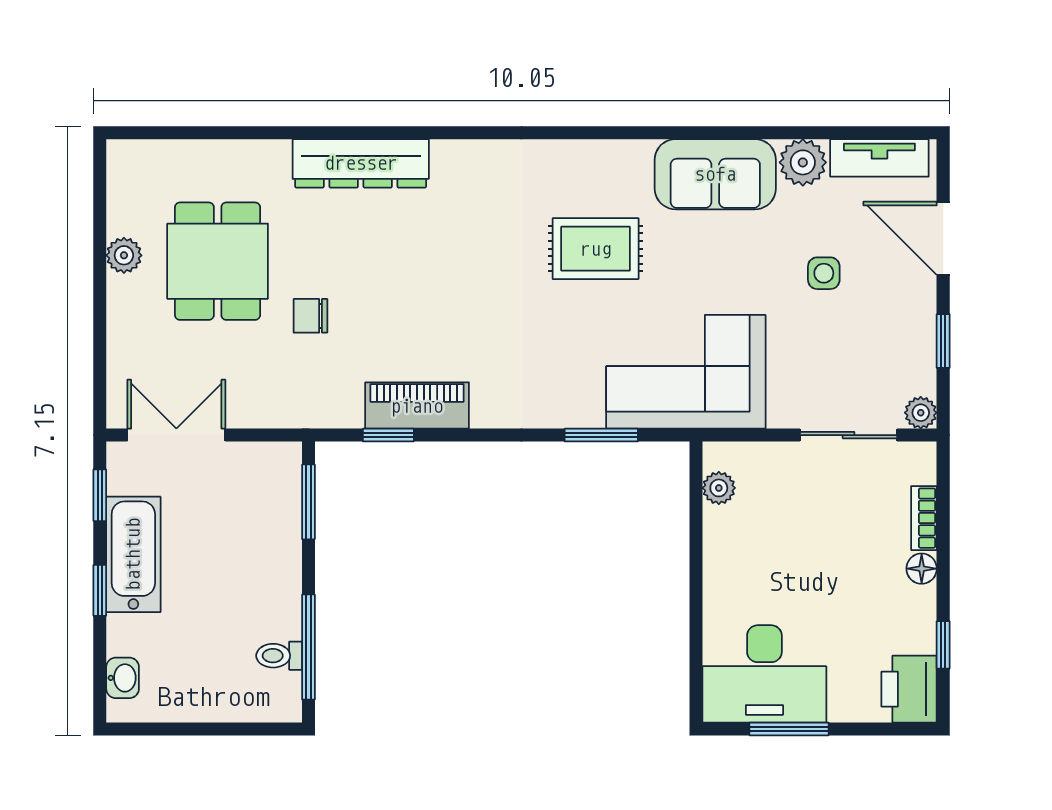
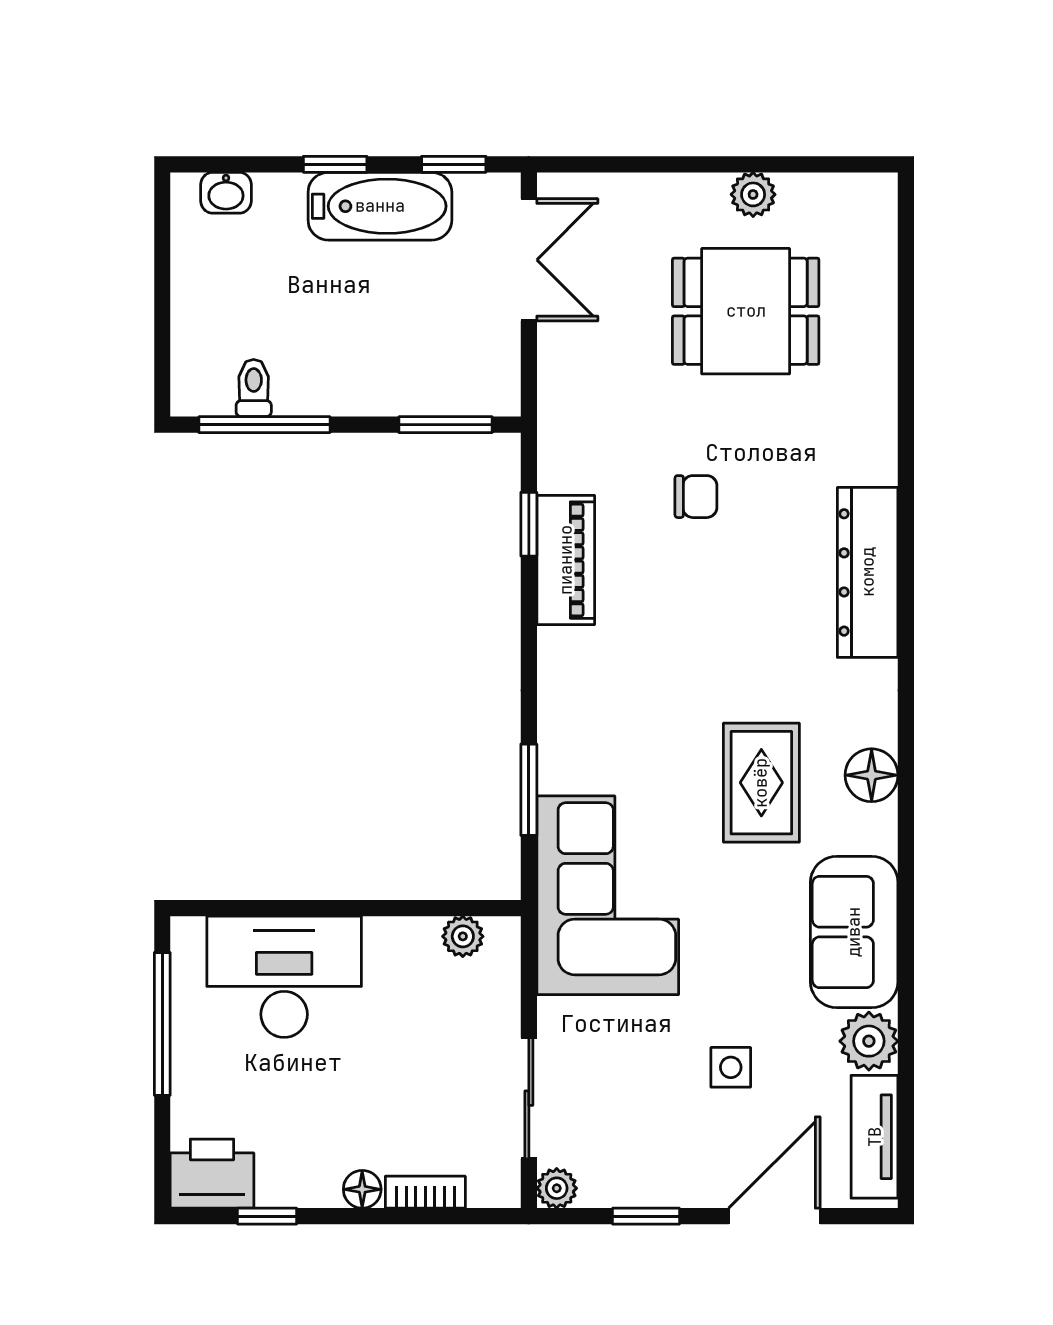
floor lamp: (590, 160) -> (872, 775), added
dresser: (361, 163) -> (868, 572), moved
chair: (310, 316) -> (696, 497), moved, turned 90
desk: (764, 674) -> (284, 977), moved, turned 90
window: (789, 729) -> (162, 1024), width x1.44

